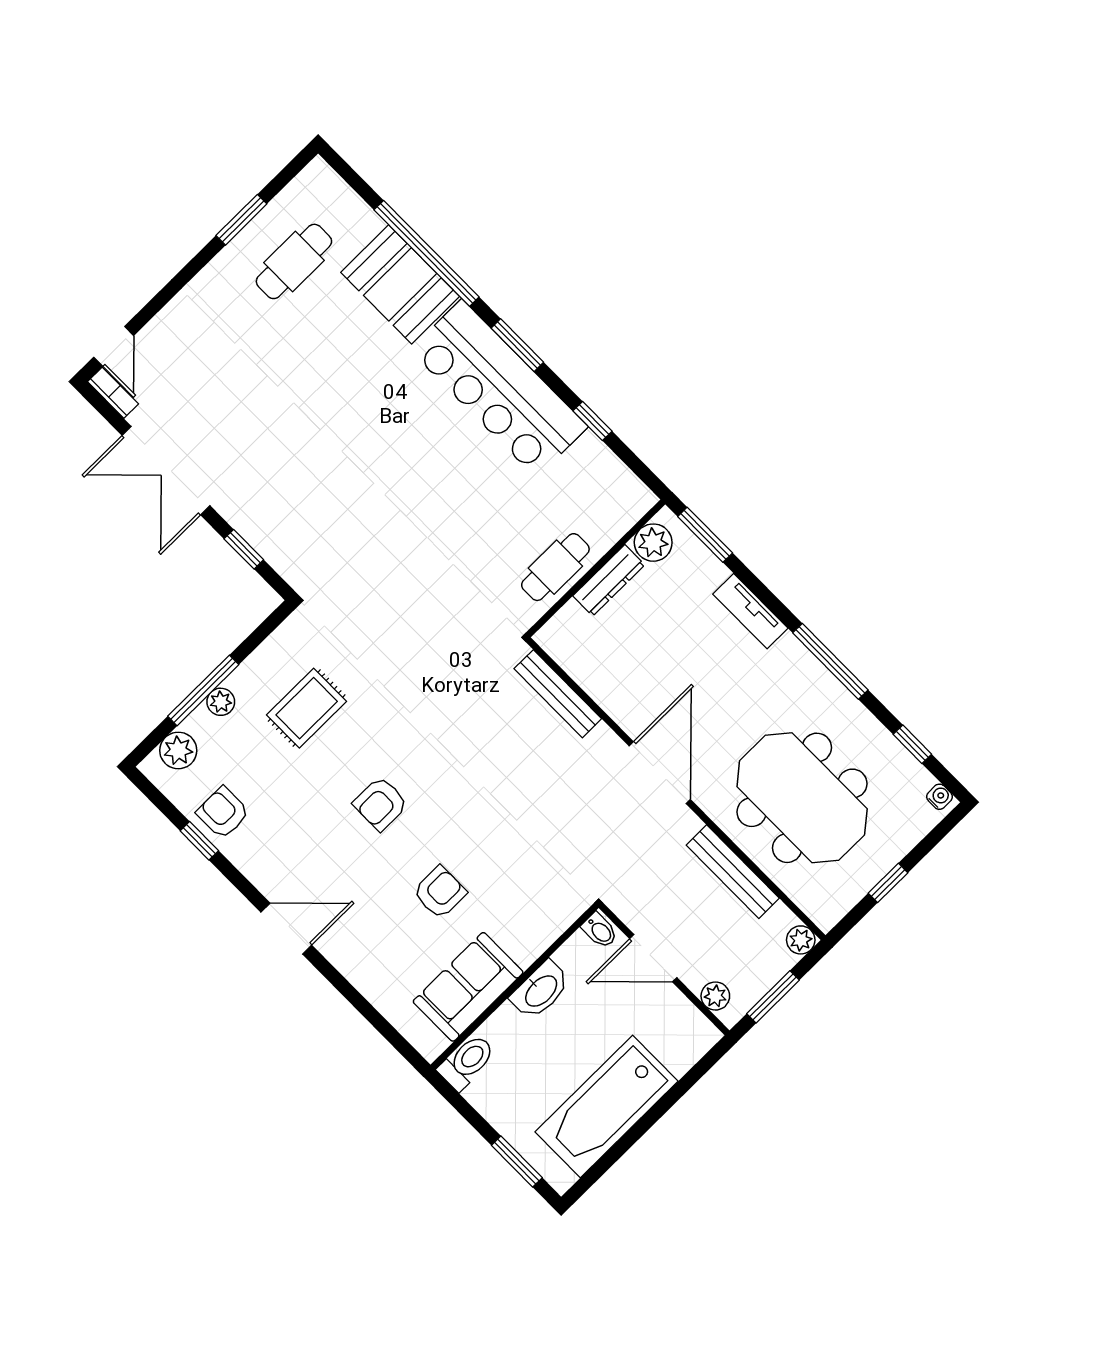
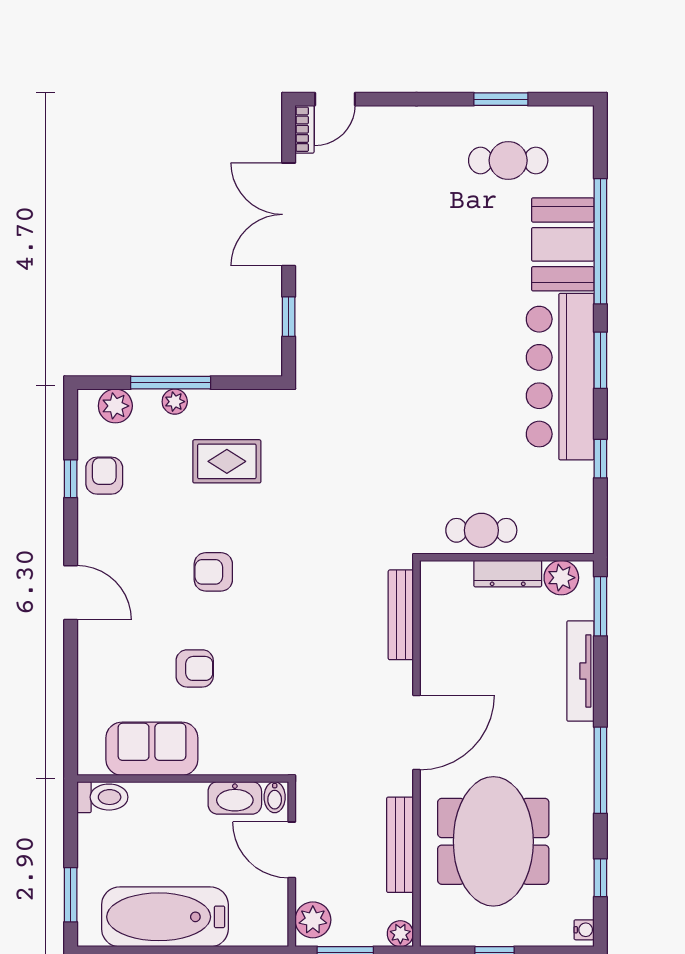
tv unit: (750, 611) -> (580, 671), width x1.41
washbasin: (540, 990) -> (235, 798), moved
plant: (715, 996) -> (313, 920), width x1.38, depth x1.38

